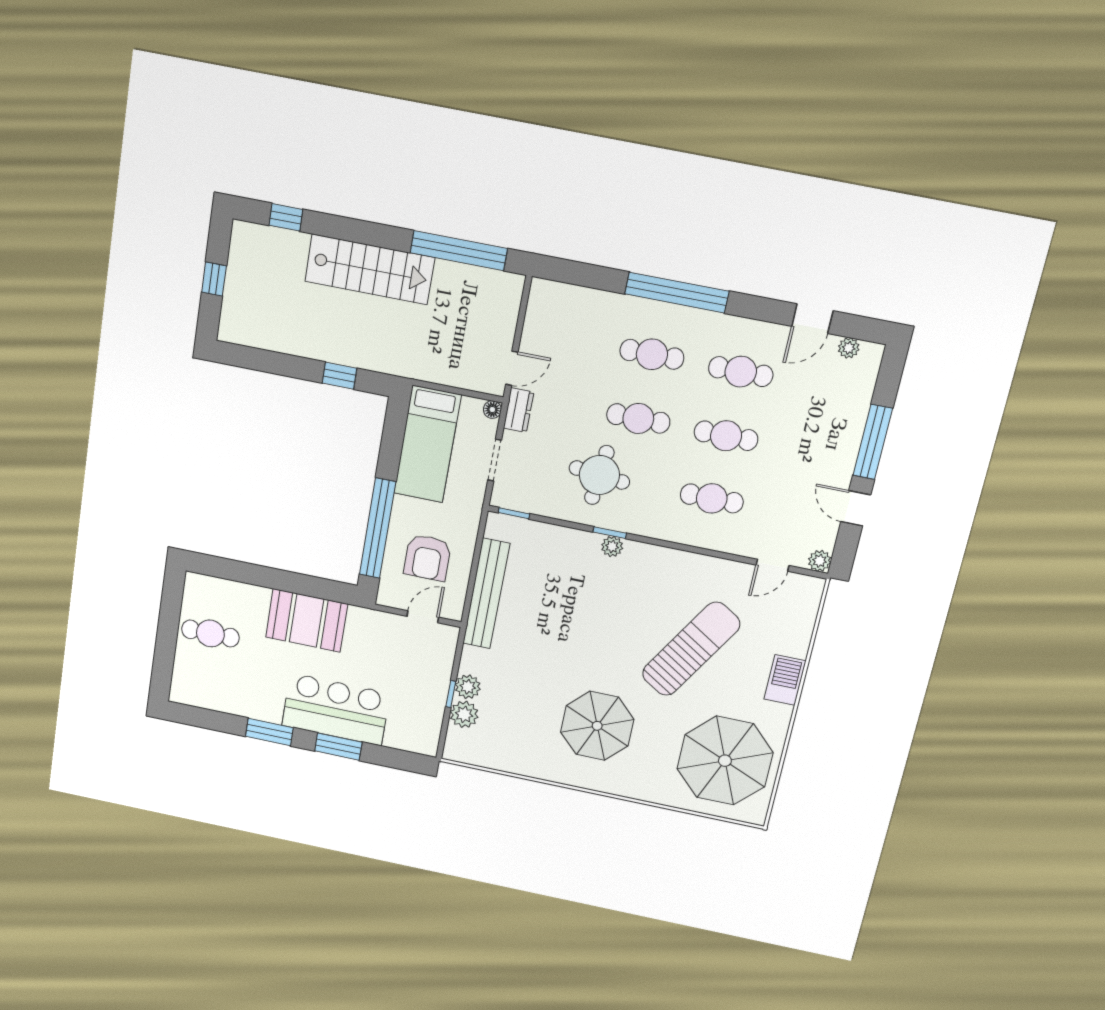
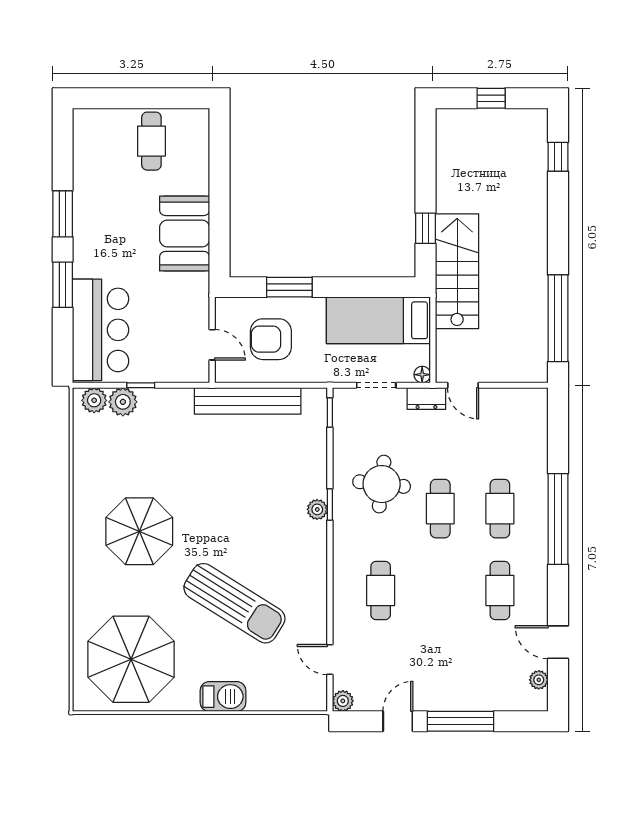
stairs: (370, 269) -> (457, 271), moved, turned 180
cafe table: (726, 436) -> (440, 591), removed
window: (378, 528) -> (289, 287), width x0.47
plant: (468, 687) -> (94, 400), moved
bar counter: (336, 709) -> (101, 330), moved

